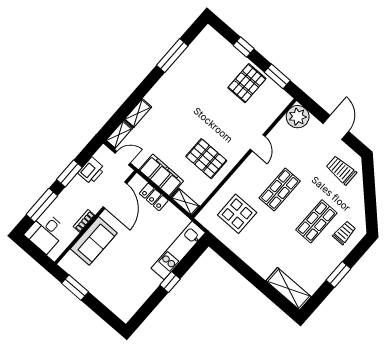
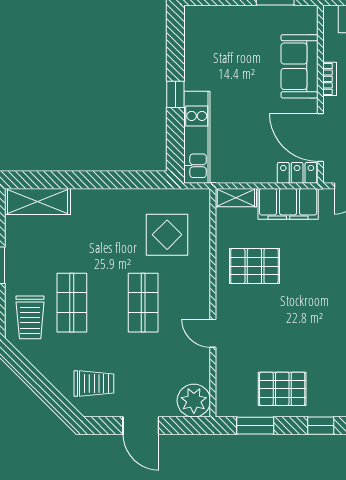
pallet: (247, 83) -> (282, 389), turned 90
locker: (154, 197) -> (297, 173), moved
trolley: (344, 233) -> (30, 317), width x1.36, depth x1.39

